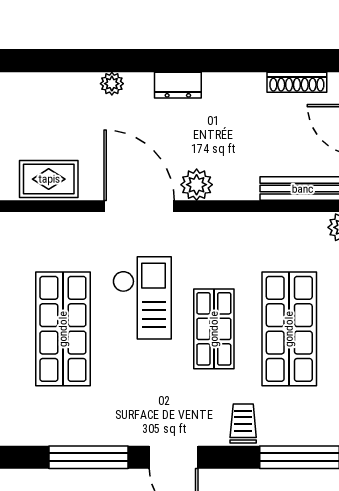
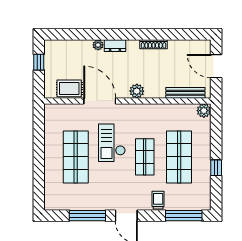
shoe rack: (297, 82) -> (154, 44), moved
dresser: (178, 85) -> (115, 46), moved
door: (139, 206) -> (100, 101), moved
checkout: (142, 298) -> (112, 143), turned 180

